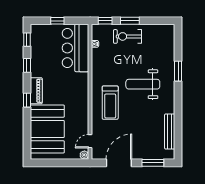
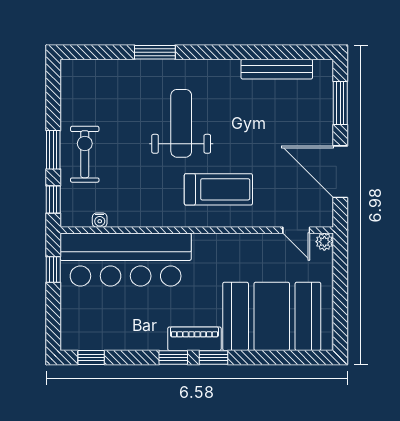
window: (57, 21) -> (53, 270), moved
exercise bike: (128, 36) -> (85, 154), turned 180
bar counter: (75, 48) -> (126, 259), width x1.36
window: (27, 65) -> (173, 358), moved
weight bench: (143, 84) -> (181, 123), turned 180

